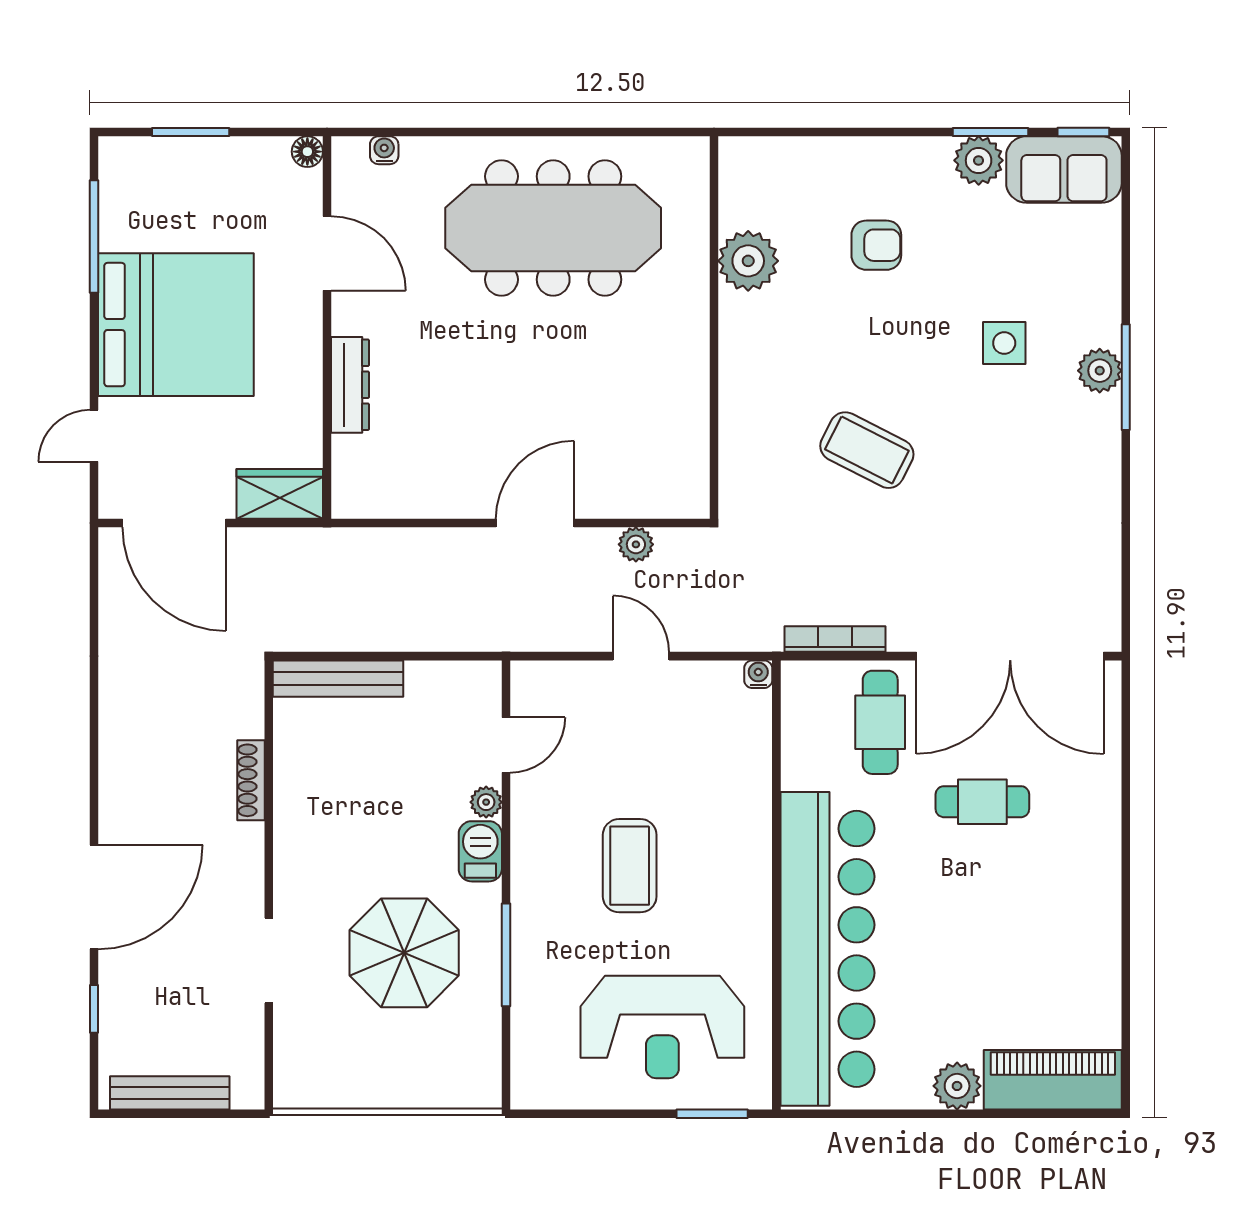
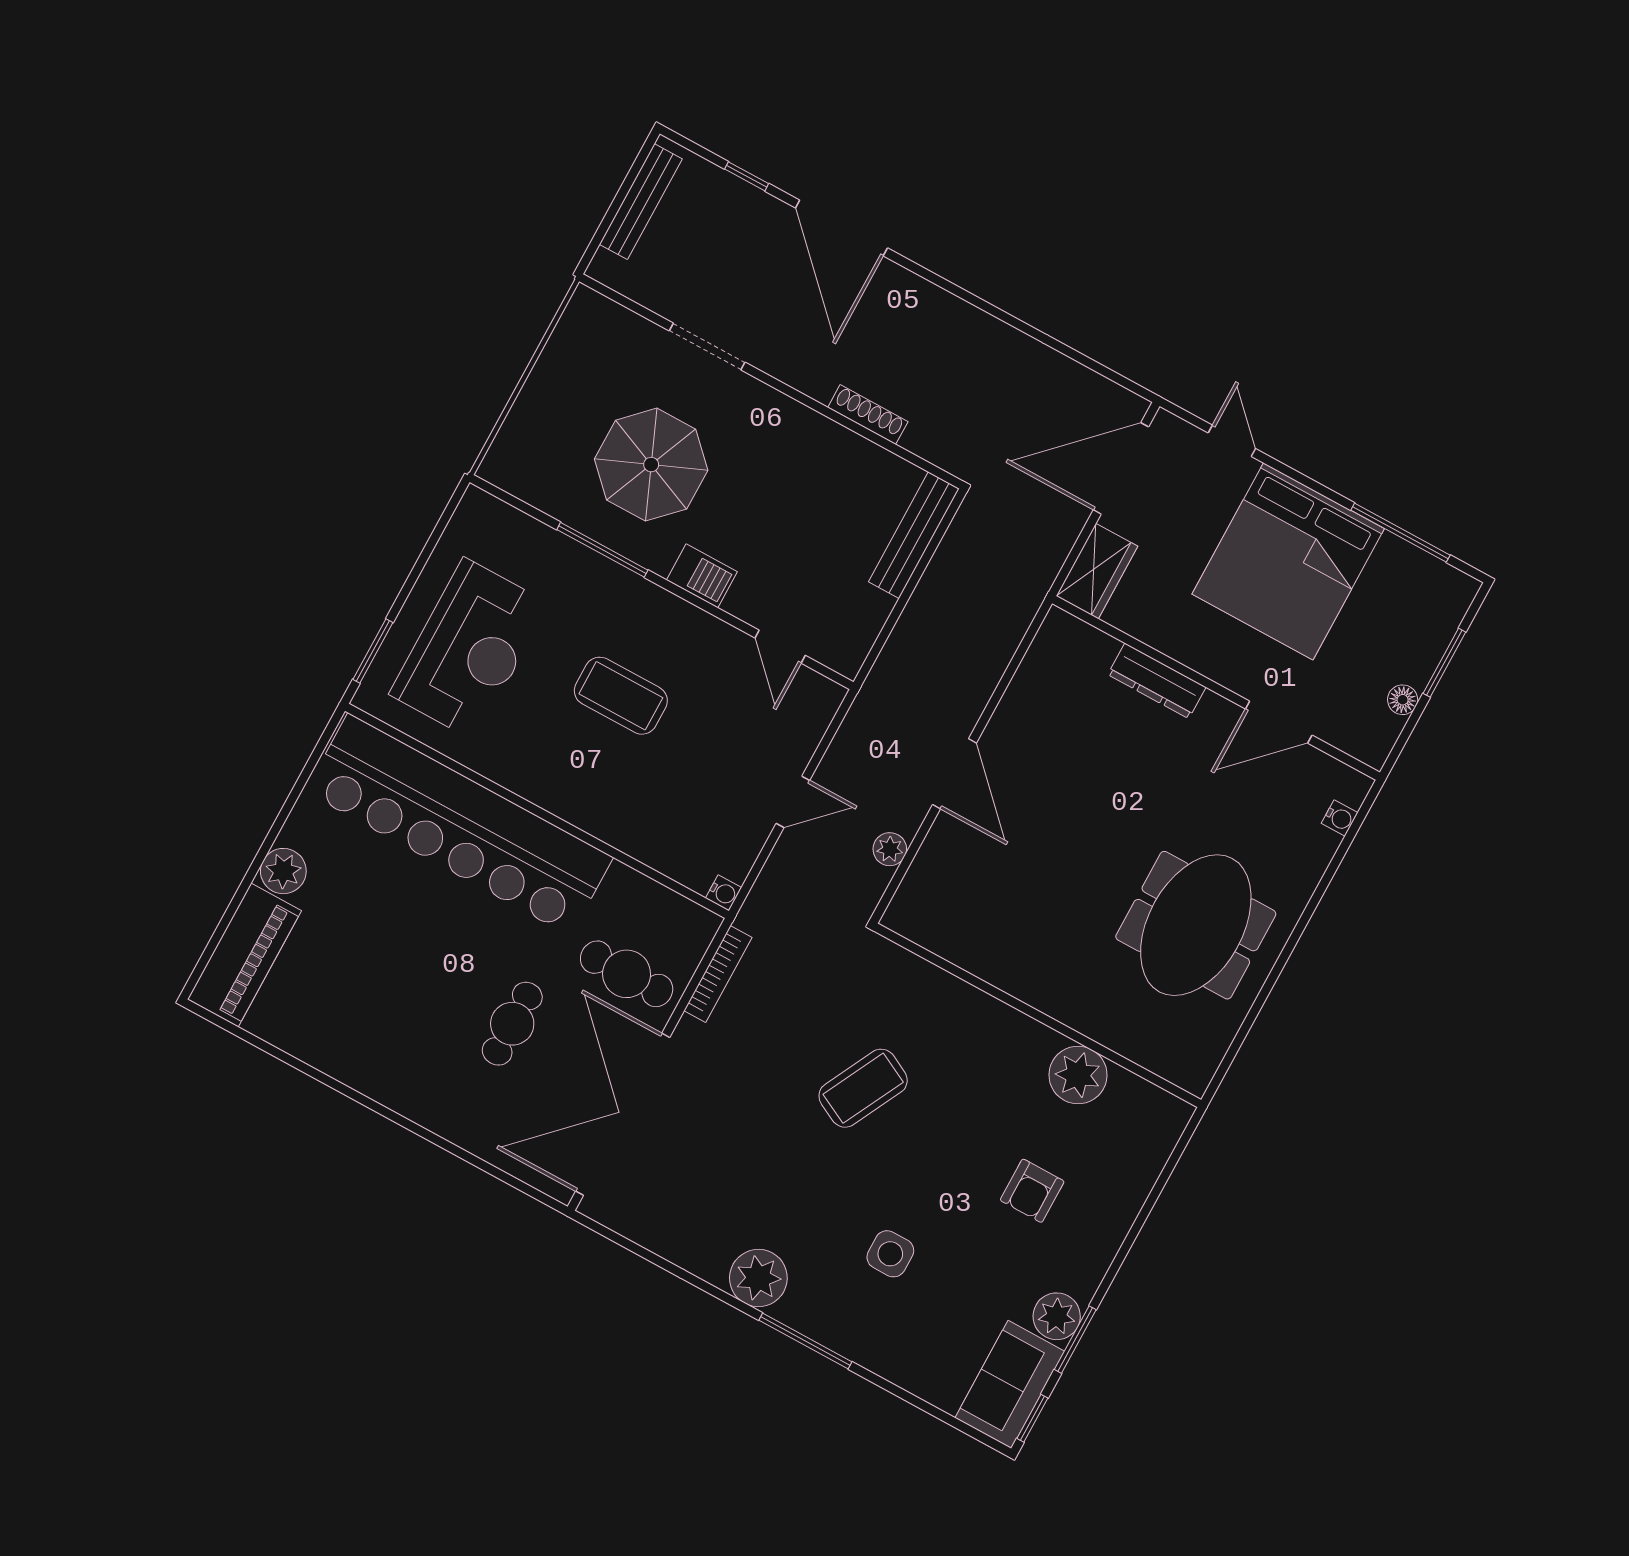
floor lamp: (307, 152) -> (1403, 700), moved
meeting table: (553, 228) -> (1196, 925), width x0.73
plant: (1100, 371) -> (758, 1278), moved, width x1.36, depth x1.36
plant: (486, 802) -> (741, 604), removed
reception desk: (662, 1027) -> (469, 649), turned 180

